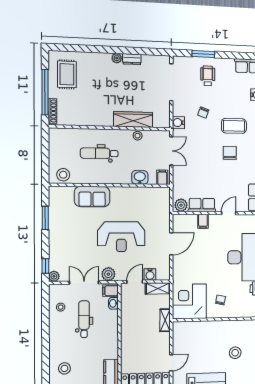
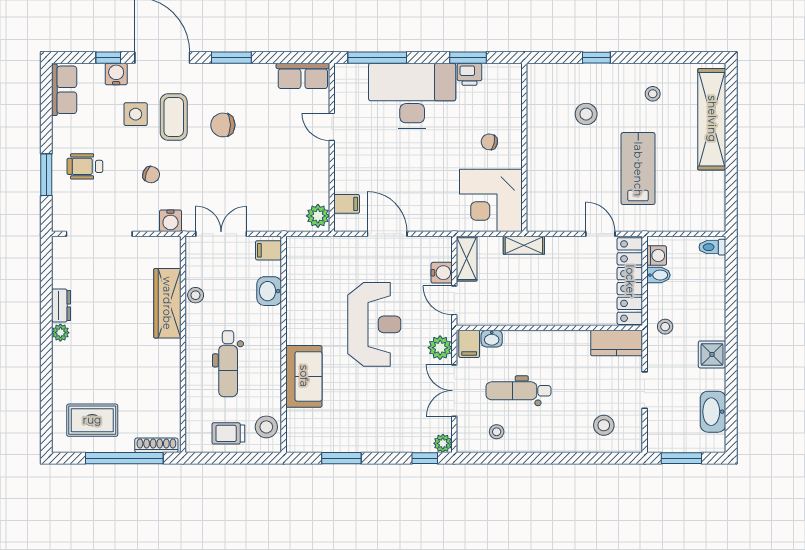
side table: (235, 105) -> (136, 114), added
trolley: (59, 153) -> (228, 433), added
row of seats: (202, 205) -> (317, 177), removed
filing cabinet: (203, 221) -> (347, 204), moved

